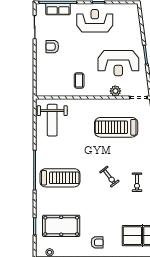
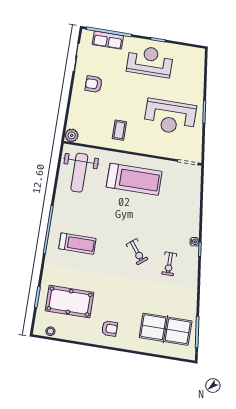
plant: (115, 91) -> (72, 135), moved
treadmill: (116, 127) -> (134, 179), moved, turned 180
treadmill: (60, 178) -> (77, 244), width x0.73, depth x0.73

